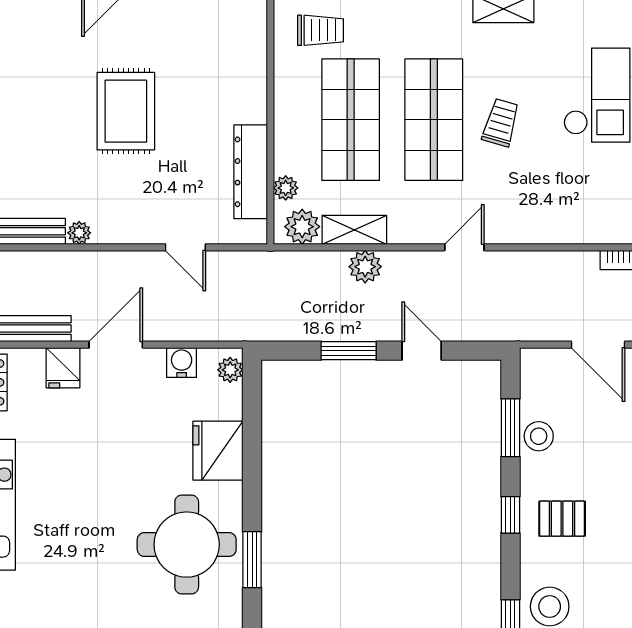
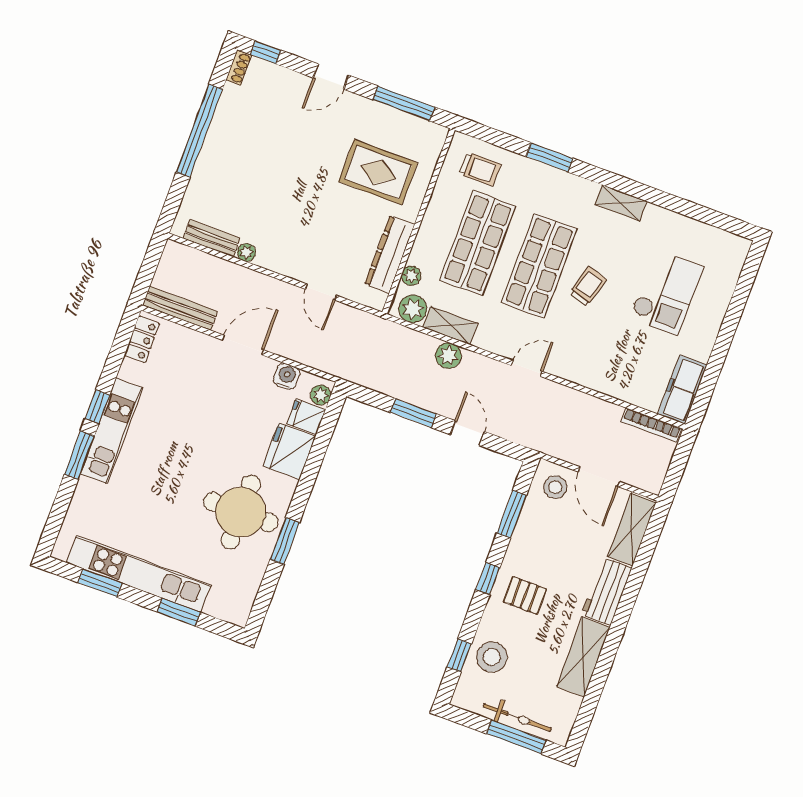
rug: (126, 111) -> (378, 172), moved, turned 90
fridge: (63, 368) -> (306, 417), moved, turned 90
stool: (539, 436) -> (555, 487), moved

